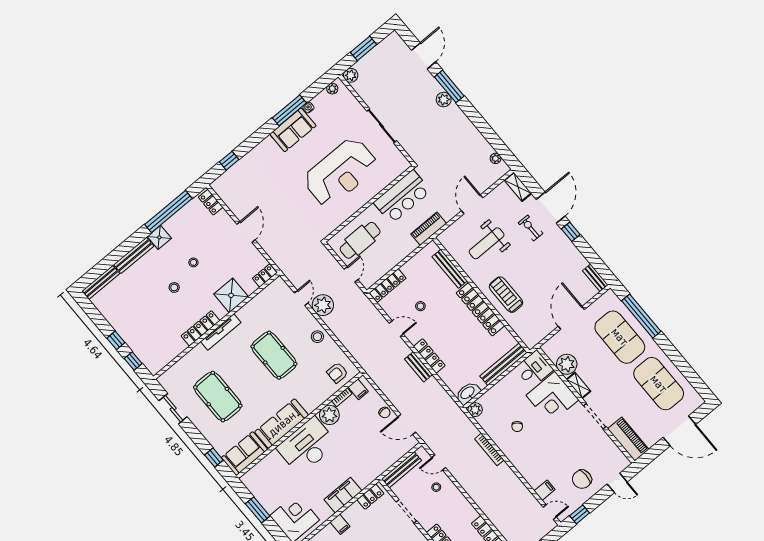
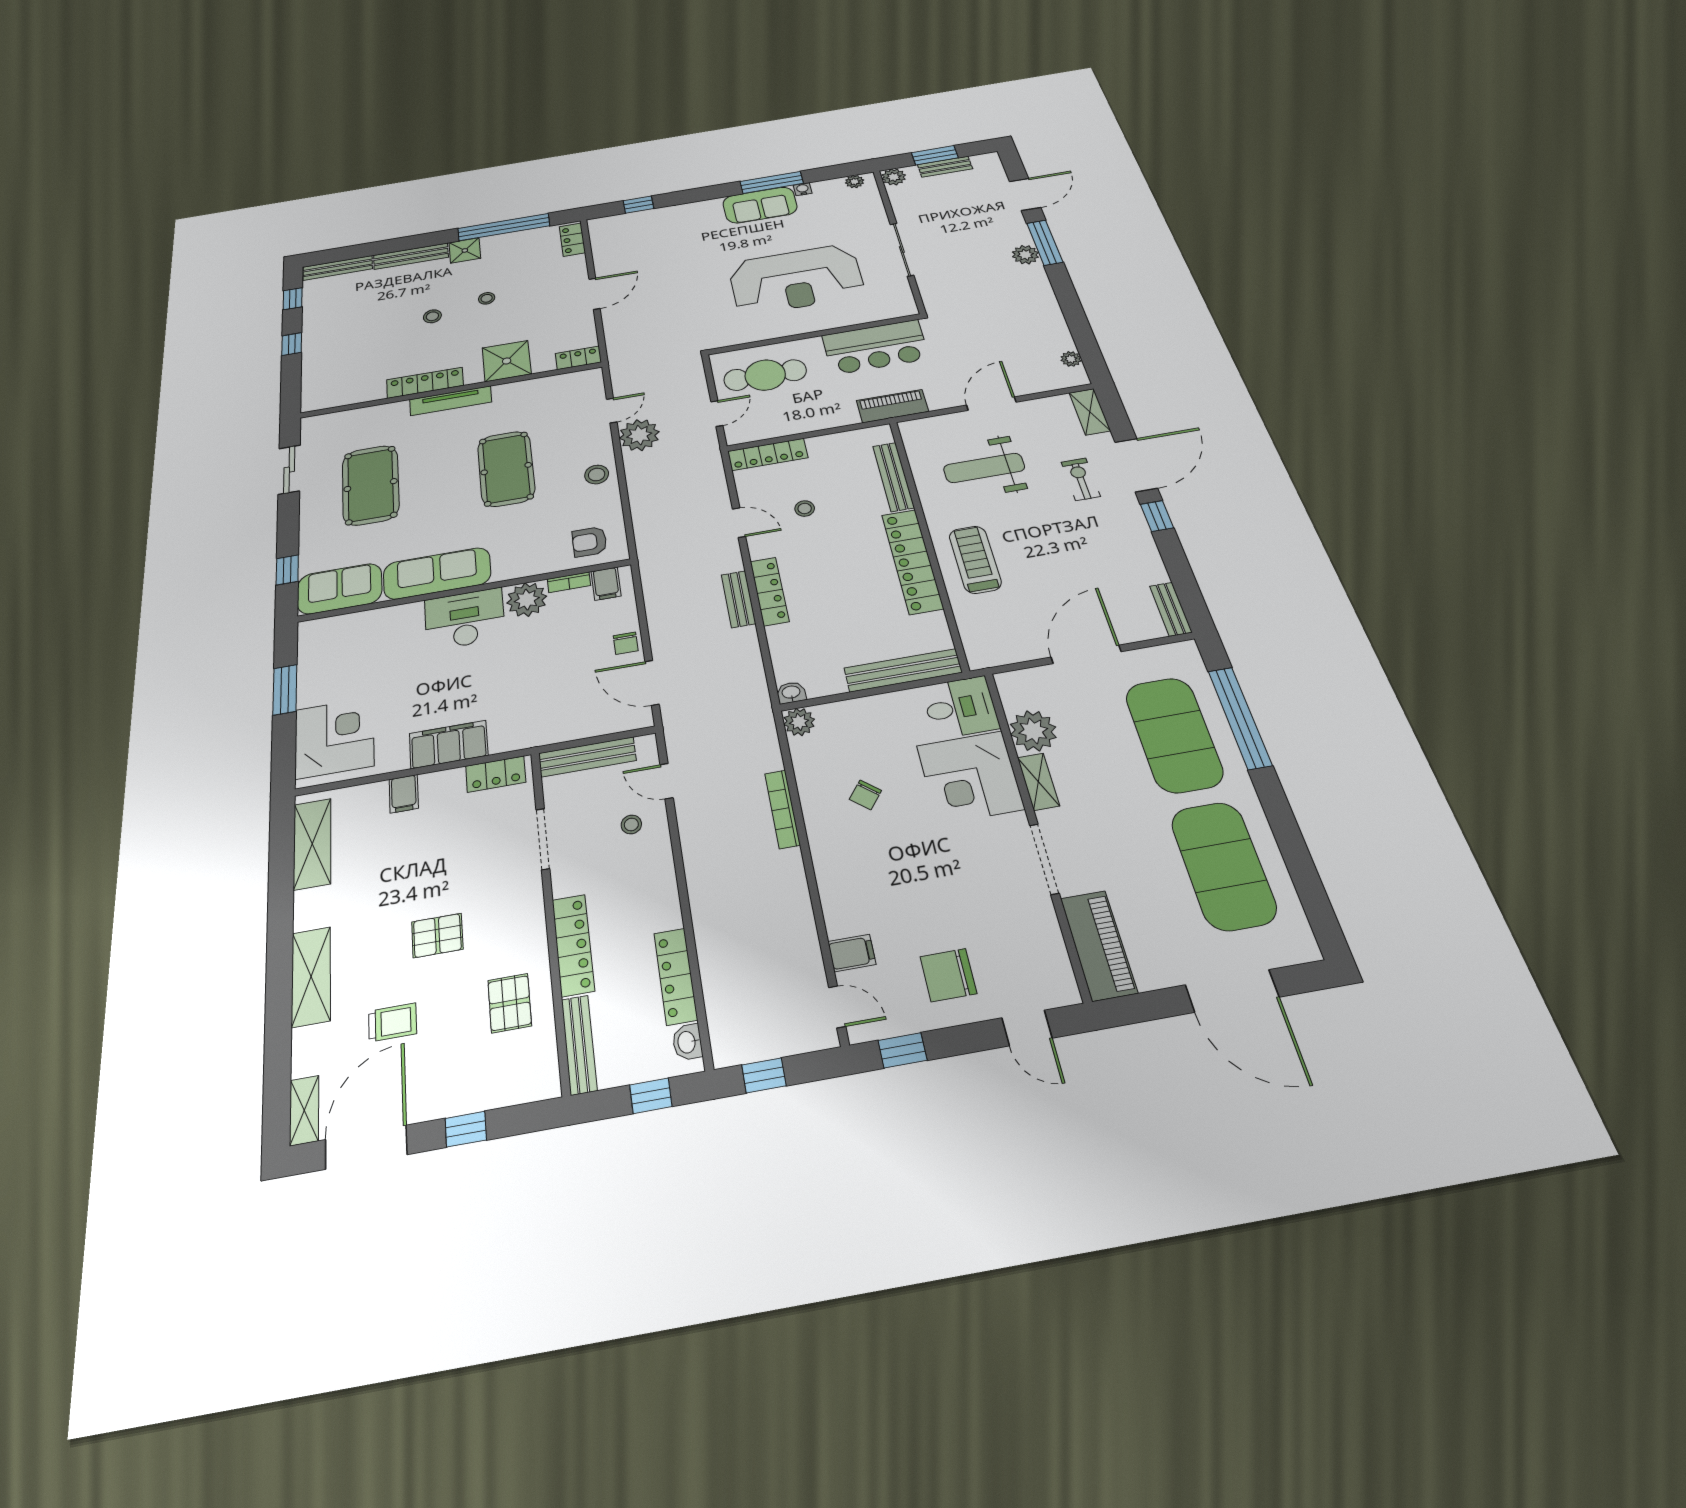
bench: (373, 55) -> (945, 167), added
window: (133, 361) -> (293, 299), moved
washbasin: (468, 393) -> (791, 693), width x0.52, depth x0.69
desk: (307, 446) -> (465, 619), width x0.73, depth x0.77

